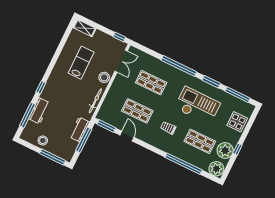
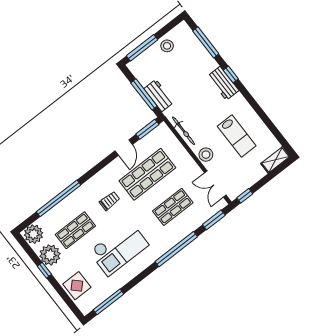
window: (211, 82) -> (214, 220), moved
workbench: (39, 111) -> (223, 83), moved
shop shelf: (137, 111) -> (147, 174), width x1.43, depth x1.36
door: (127, 136) -> (124, 148), hinge flipped

